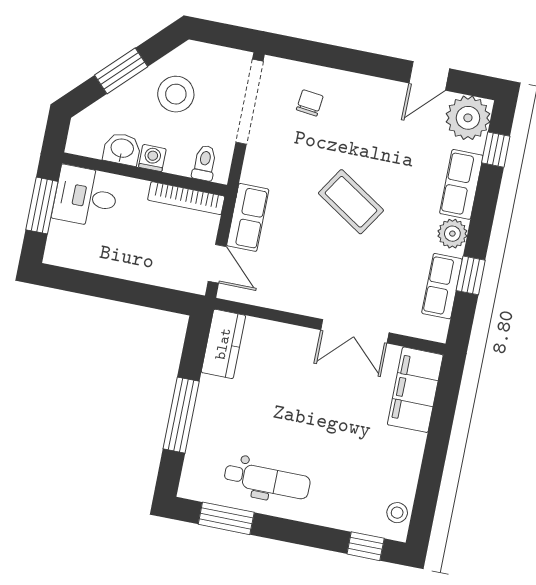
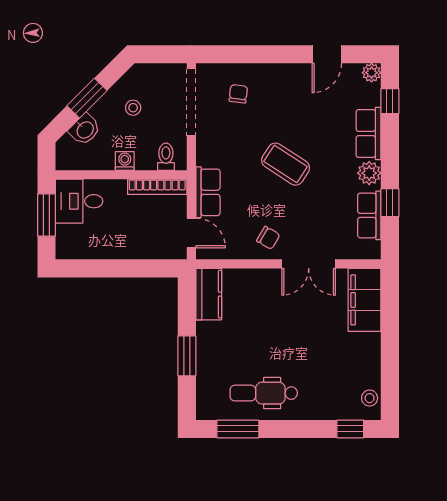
stool: (176, 94) -> (133, 108), width x0.53, depth x0.53
plant: (468, 118) -> (372, 73), width x0.53, depth x0.53
washbasin: (122, 149) -> (85, 130), moved, turned 135
chair: (311, 289) -> (268, 238), added
window: (181, 415) -> (187, 356), width x0.69
dental chair: (267, 480) -> (264, 393), turned 180

